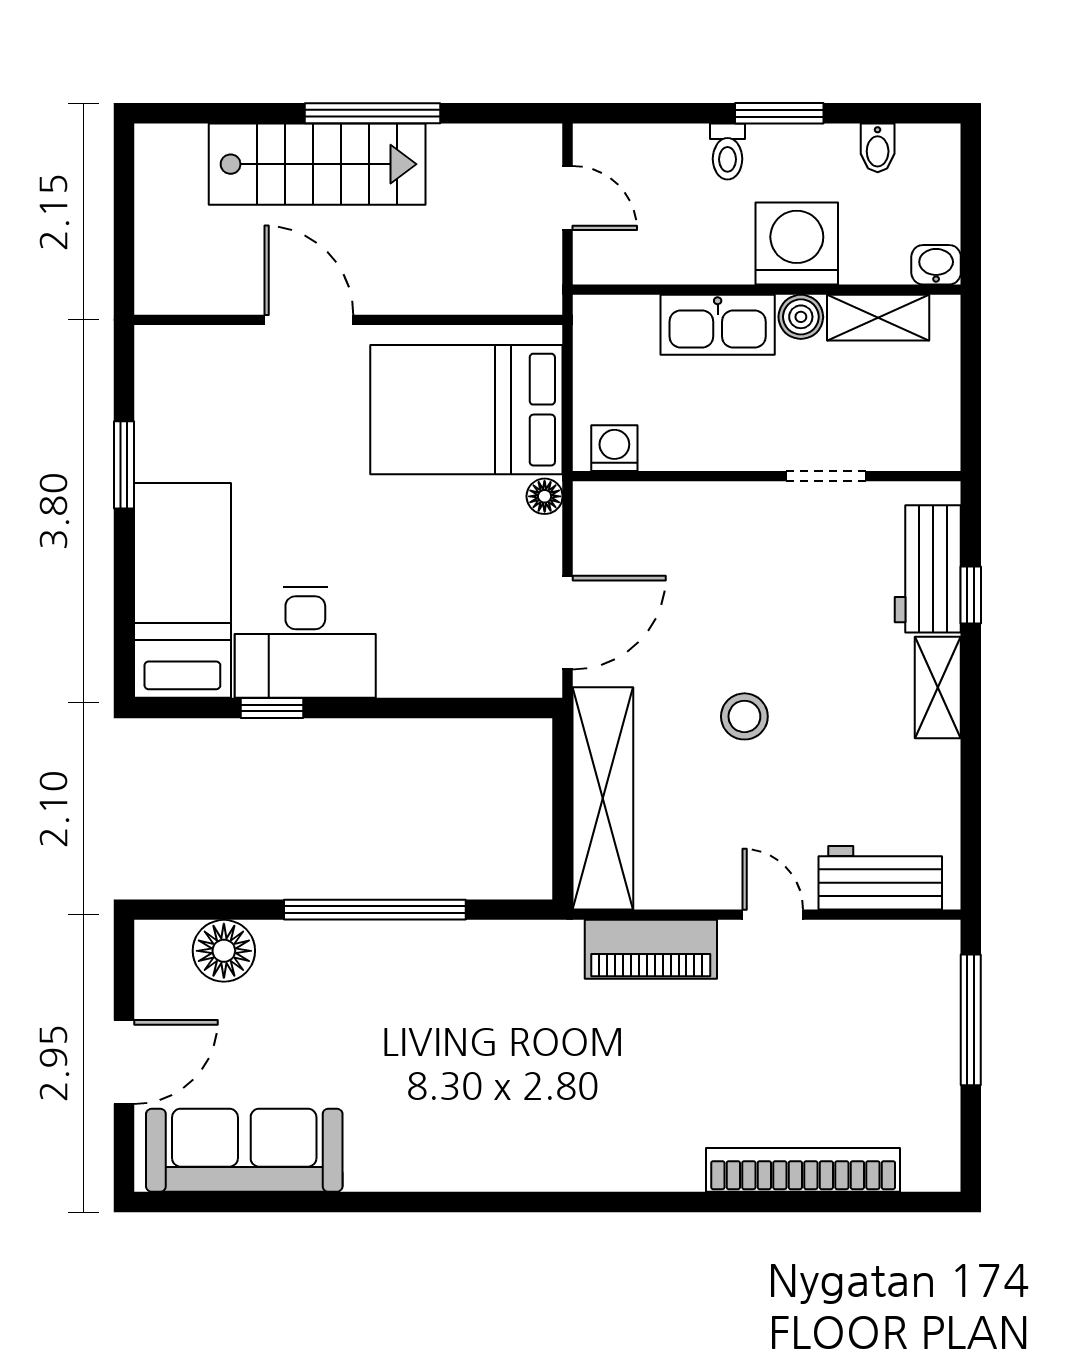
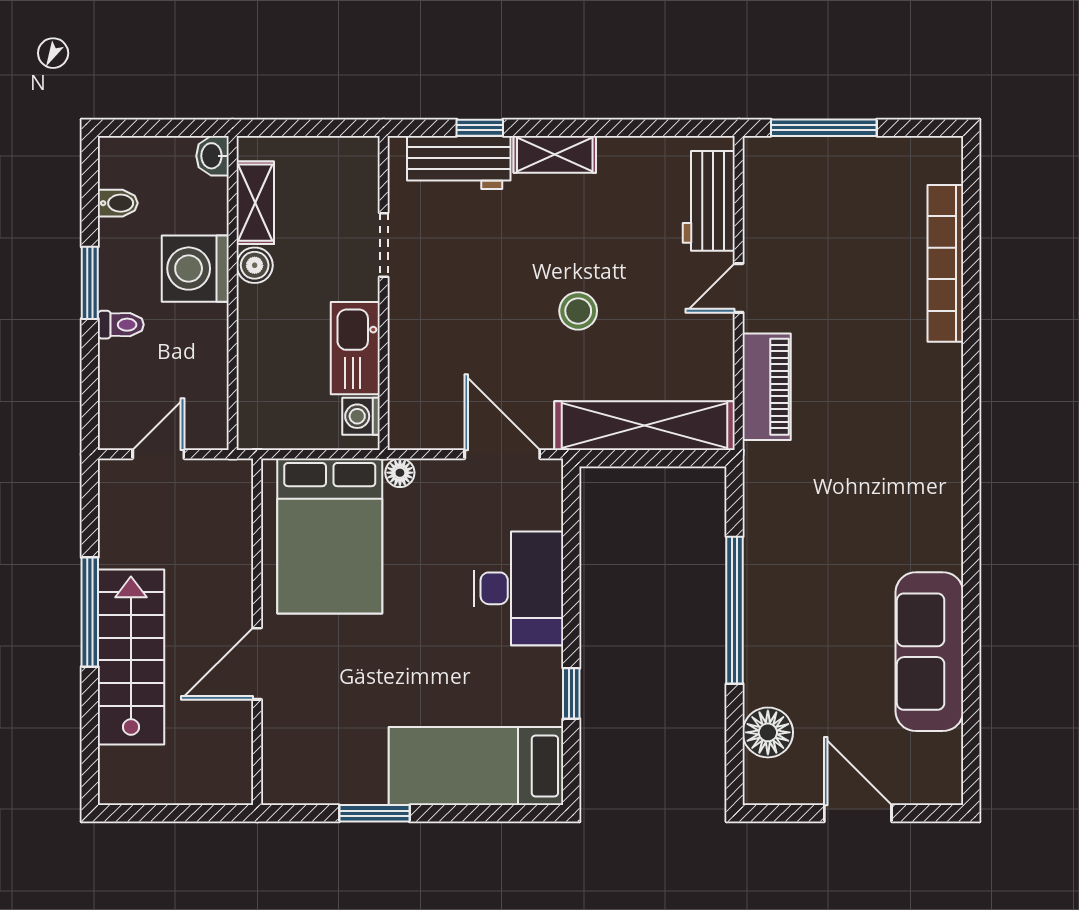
kitchen sink: (718, 325) -> (355, 348), moved, turned 180
desk: (305, 643) -> (518, 588), moved
sofa: (244, 1150) -> (929, 652), moved

